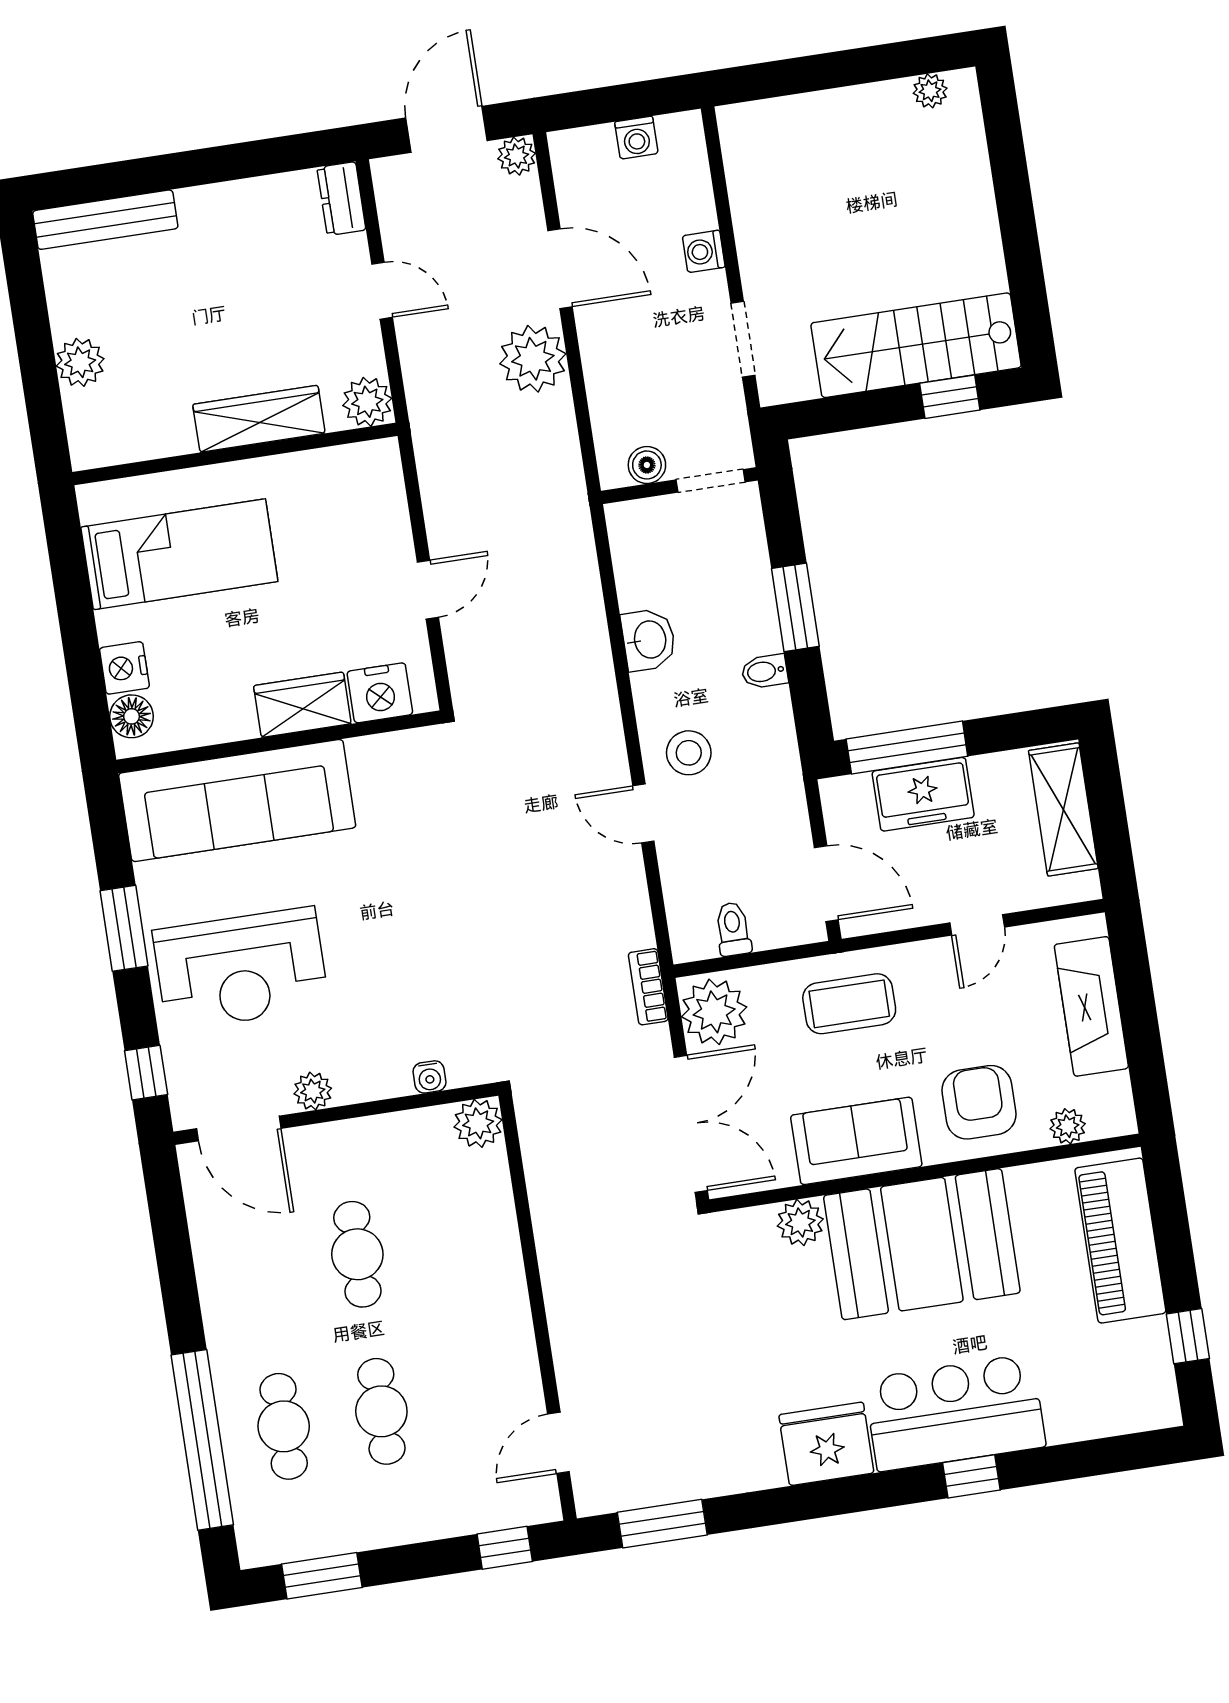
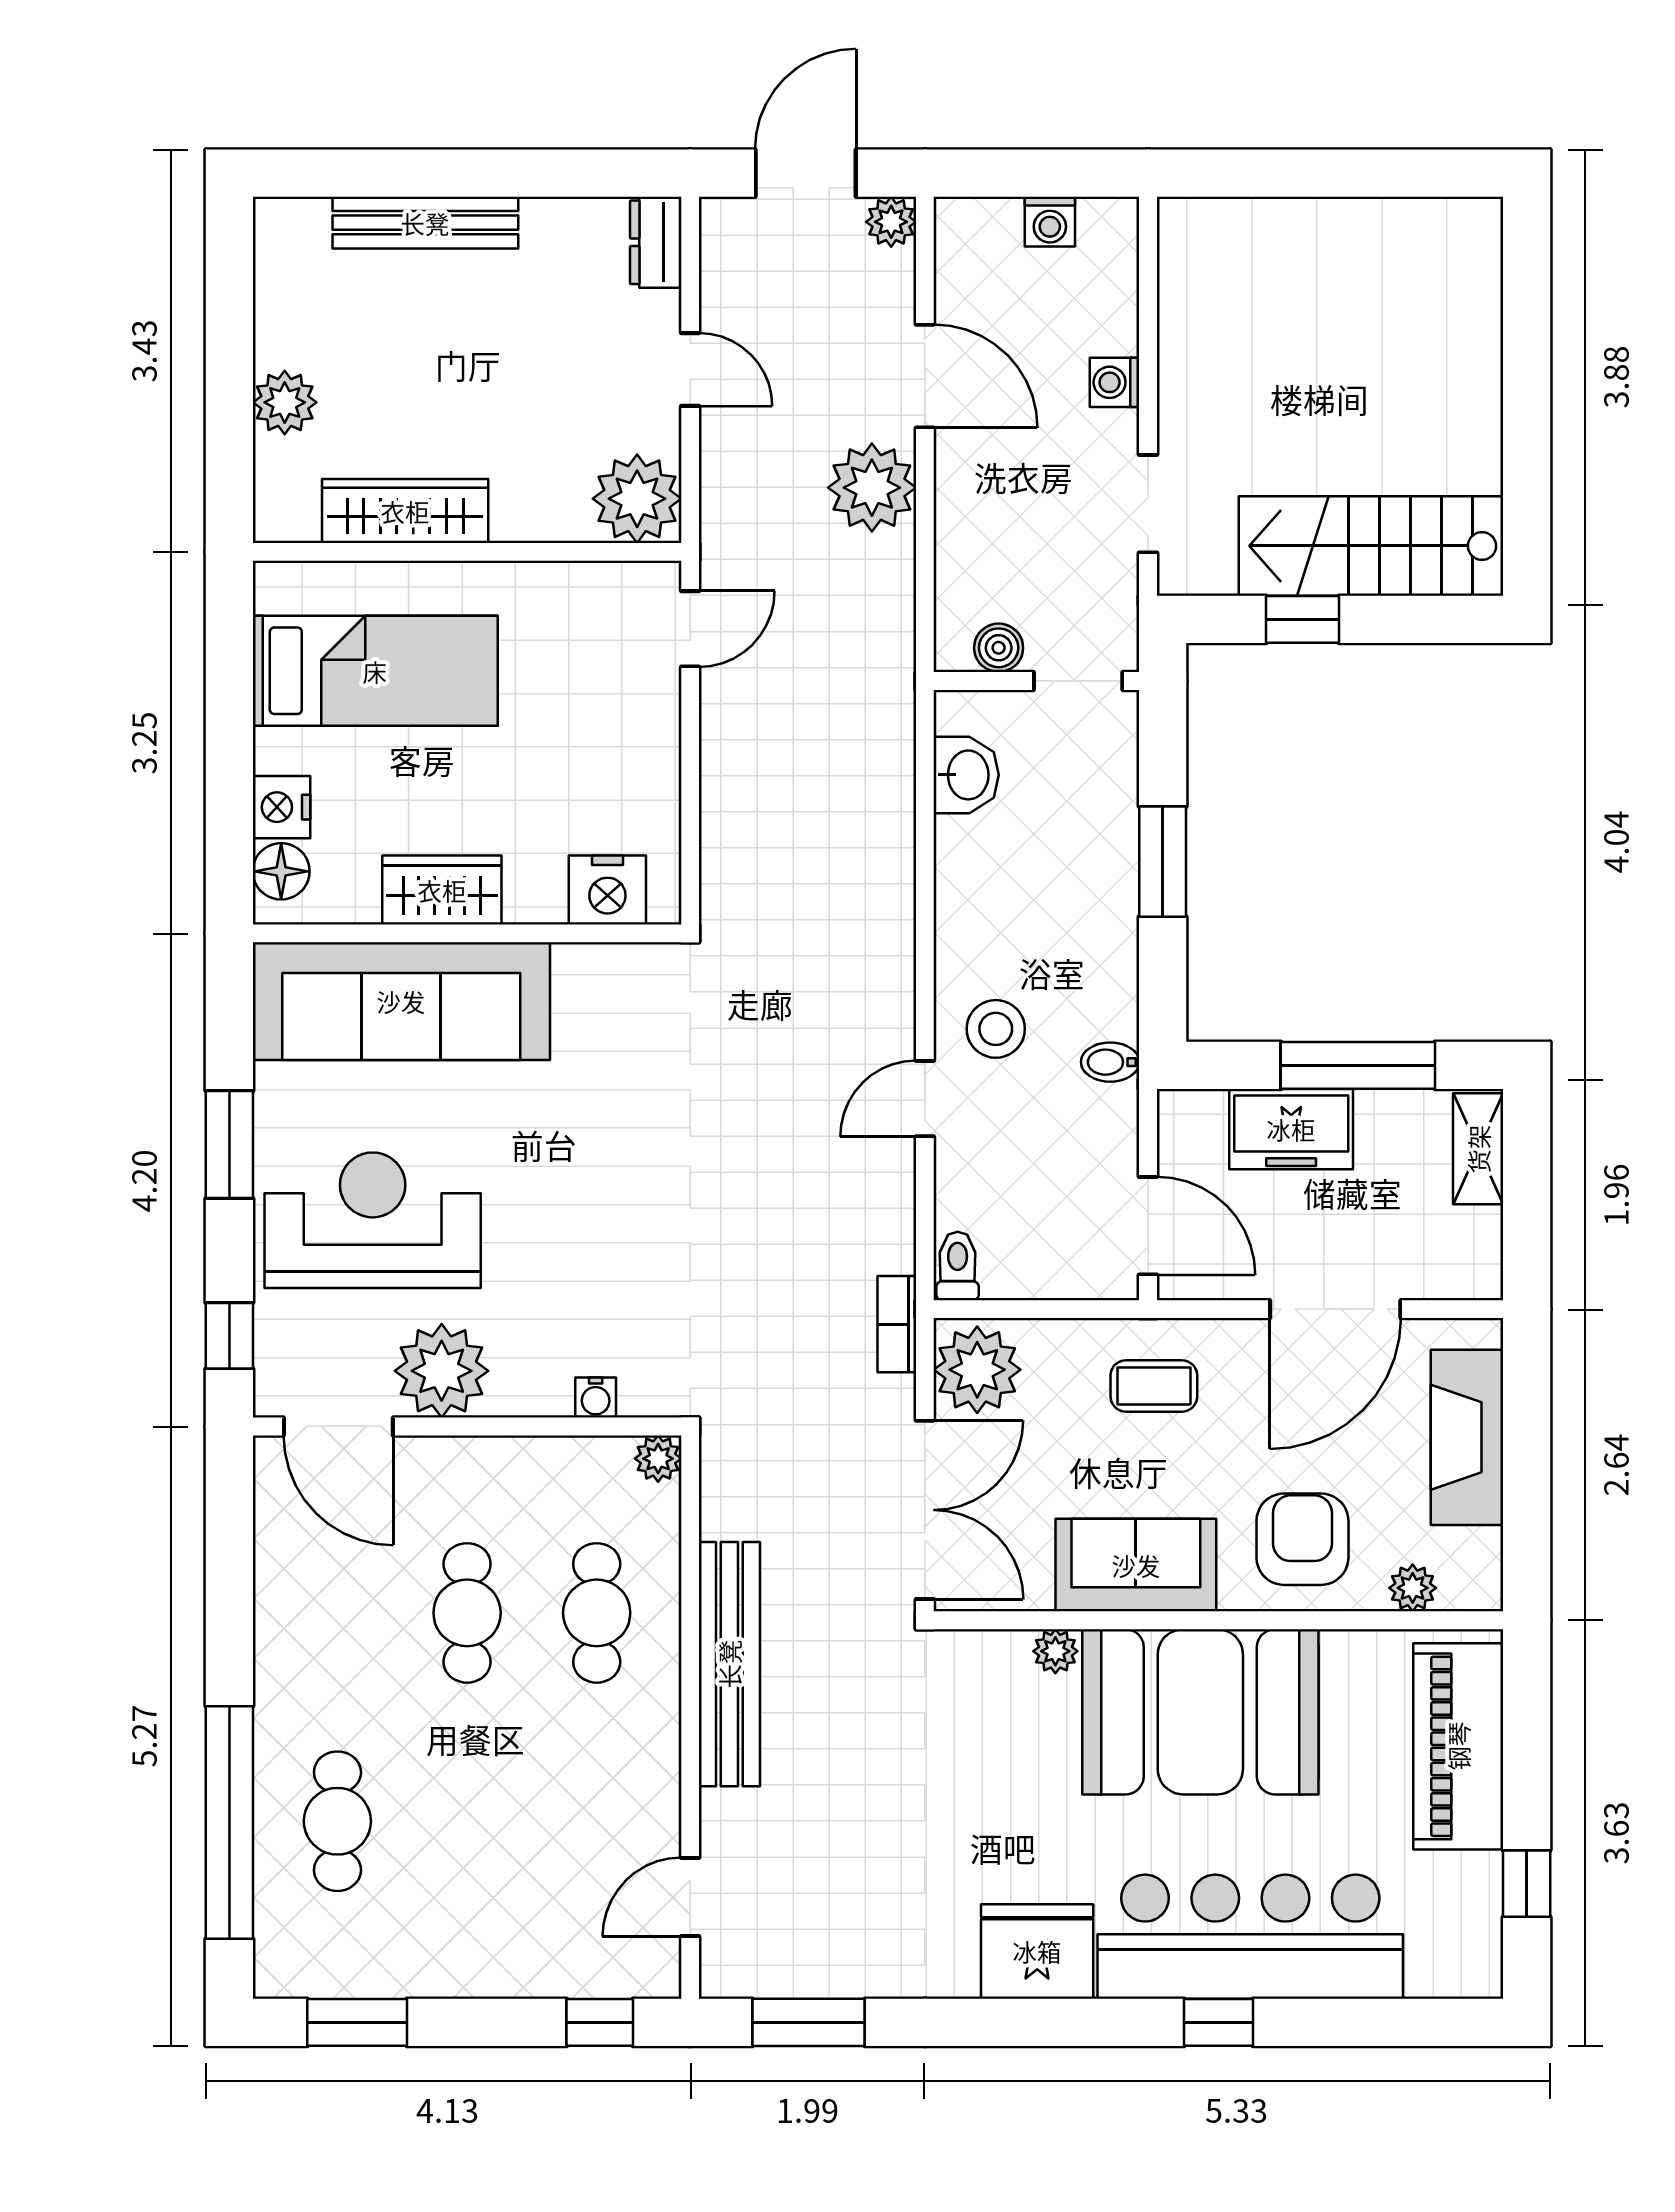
plant: (930, 91) -> (1440, 219), removed
bench: (105, 220) -> (425, 223), moved
window: (950, 397) -> (1302, 619), moved
plant: (367, 402) -> (637, 499), width x1.36, depth x1.36
wardrobe: (259, 419) -> (405, 511), moved
door: (428, 590) -> (690, 629), moved
washbasin: (649, 640) -> (966, 775), moved
bidet: (765, 671) -> (1110, 1062), moved
wardrobe: (302, 705) -> (442, 890), moved
window: (907, 748) -> (1358, 1065), moved
shelving: (1063, 809) -> (1478, 1149), width x0.67, depth x0.75
door: (643, 814) -> (925, 1099), hinge flipped
door: (977, 925) -> (1335, 1309), width x1.88
toilet: (733, 929) -> (958, 1266), moved
reception desk: (241, 969) -> (373, 1220), turned 180
coffee table: (849, 1004) -> (1154, 1386), width x0.73, depth x0.77
plant: (313, 1091) -> (442, 1371), width x1.88, depth x1.88
plant: (478, 1123) -> (658, 1459), width x0.73, depth x0.73
plant: (800, 1222) -> (1055, 1651), width x0.73, depth x0.73
bench: (561, 1263) -> (729, 1664), added
cafe table: (381, 1411) -> (597, 1613), moved
bar counter: (955, 1413) -> (1250, 1937), width x1.36

